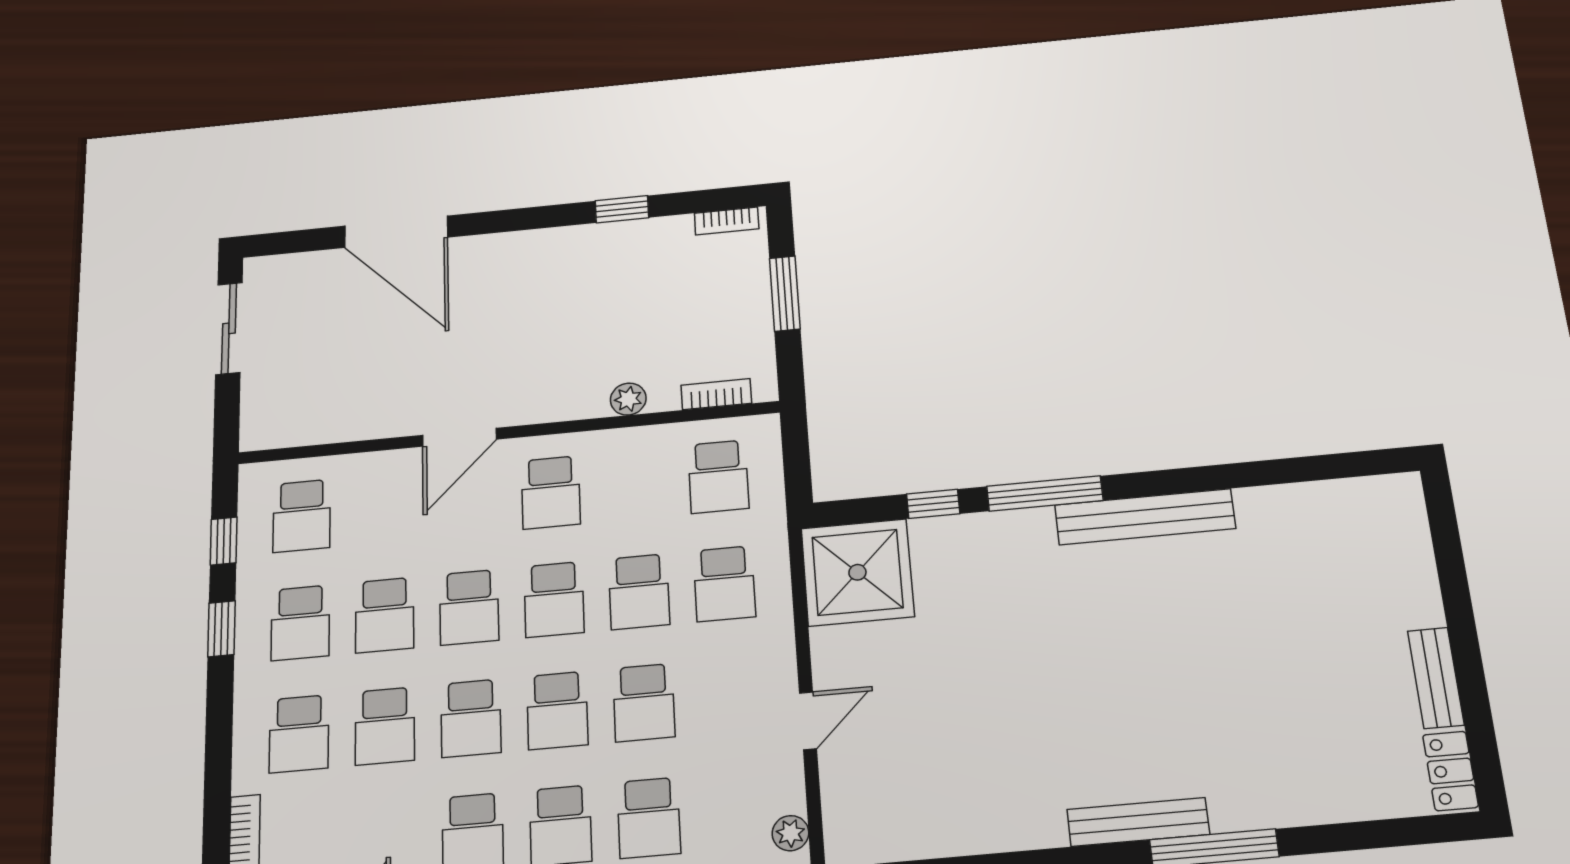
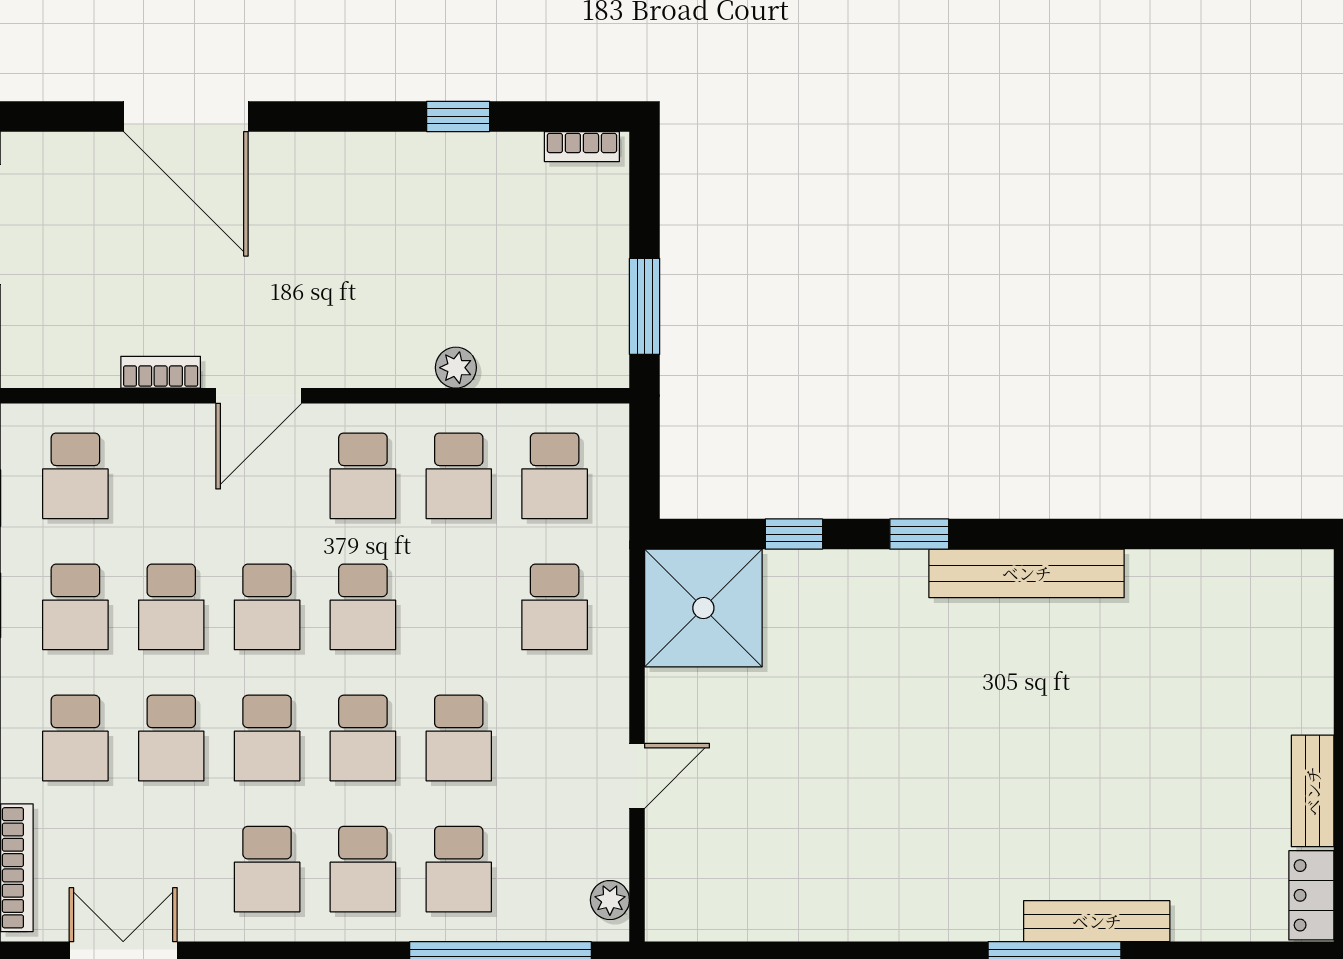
window: (785, 294) -> (645, 306), moved
bookcase: (716, 394) -> (161, 372), moved
window: (1045, 493) -> (919, 534), width x0.46
school desk: (639, 592) -> (459, 476), moved
bench: (1138, 822) -> (1097, 921), moved

